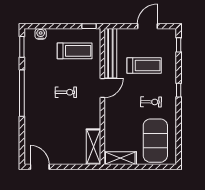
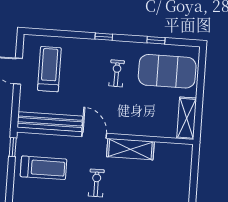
window: (179, 45) -> (156, 40), moved
treadmill: (75, 51) -> (44, 168), turned 90
treadmill: (144, 65) -> (49, 69), moved
shelving: (94, 147) -> (130, 149), moved

